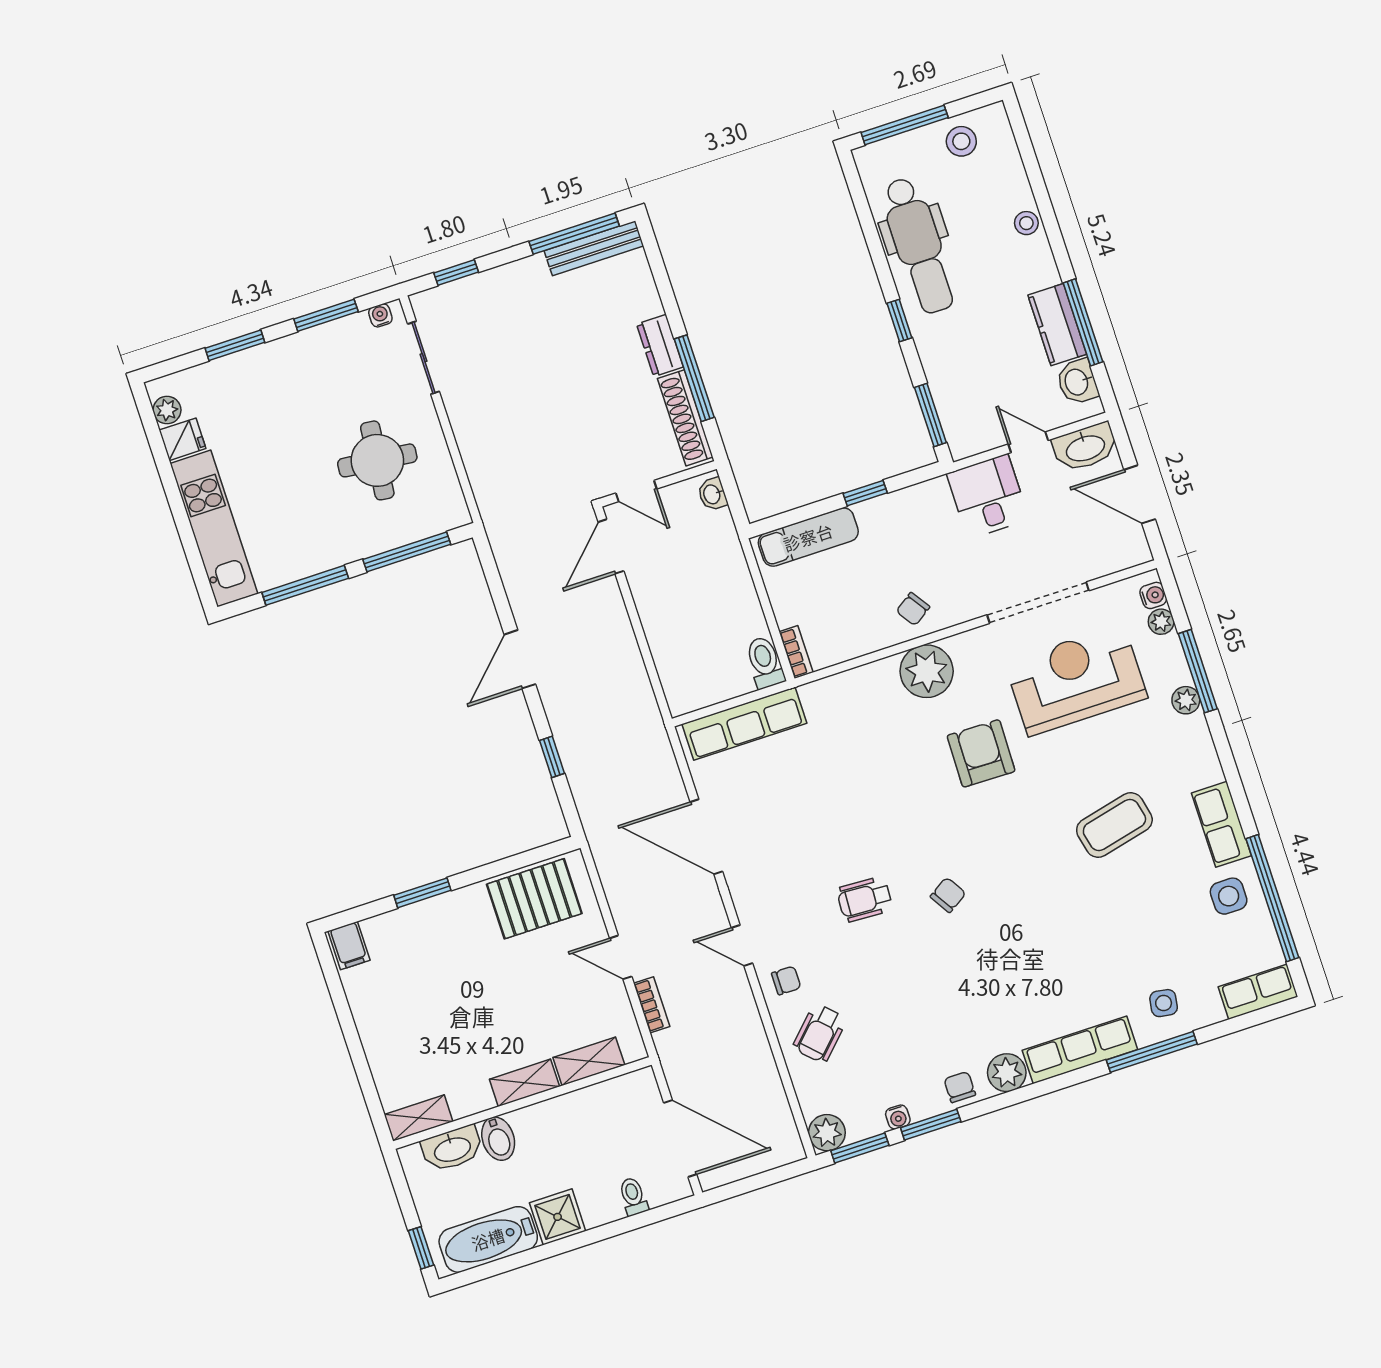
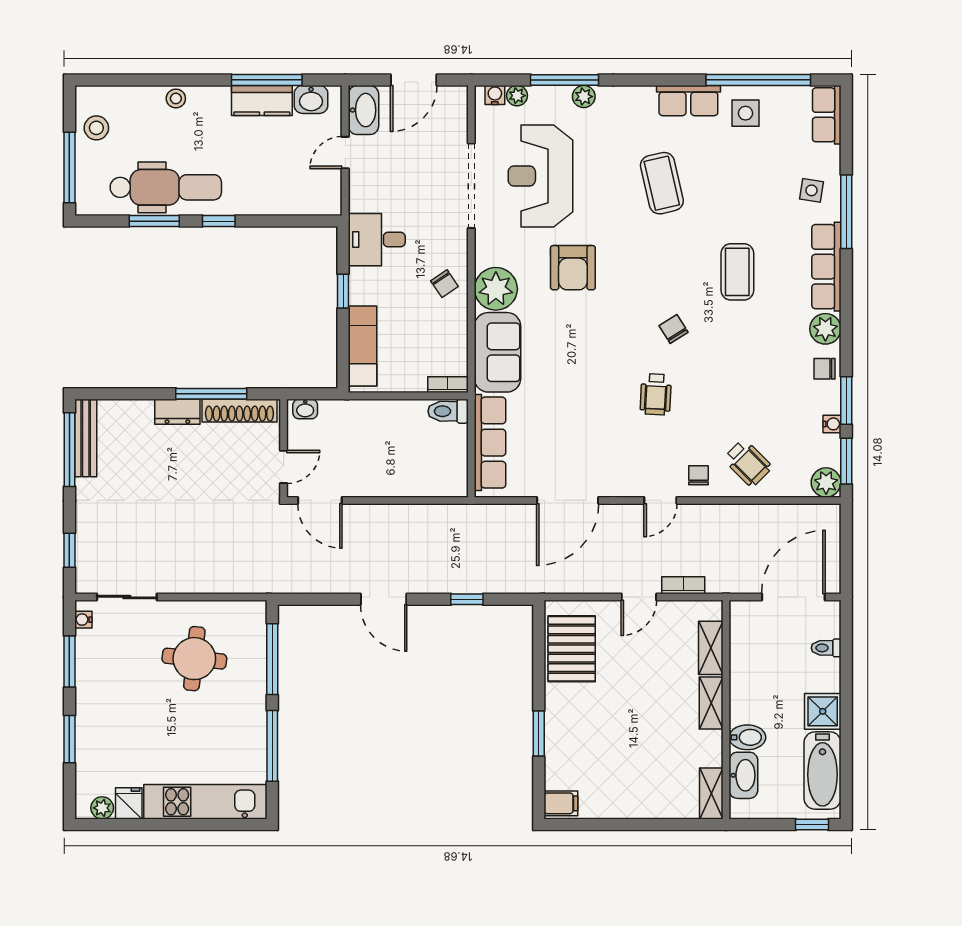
window: (930, 415) -> (154, 221), moved
desk: (988, 497) -> (377, 240), moved
sofa: (853, 698) -> (498, 352), added
armchair: (981, 753) -> (573, 268), turned -91
coffee table: (1039, 948) -> (737, 272), added

